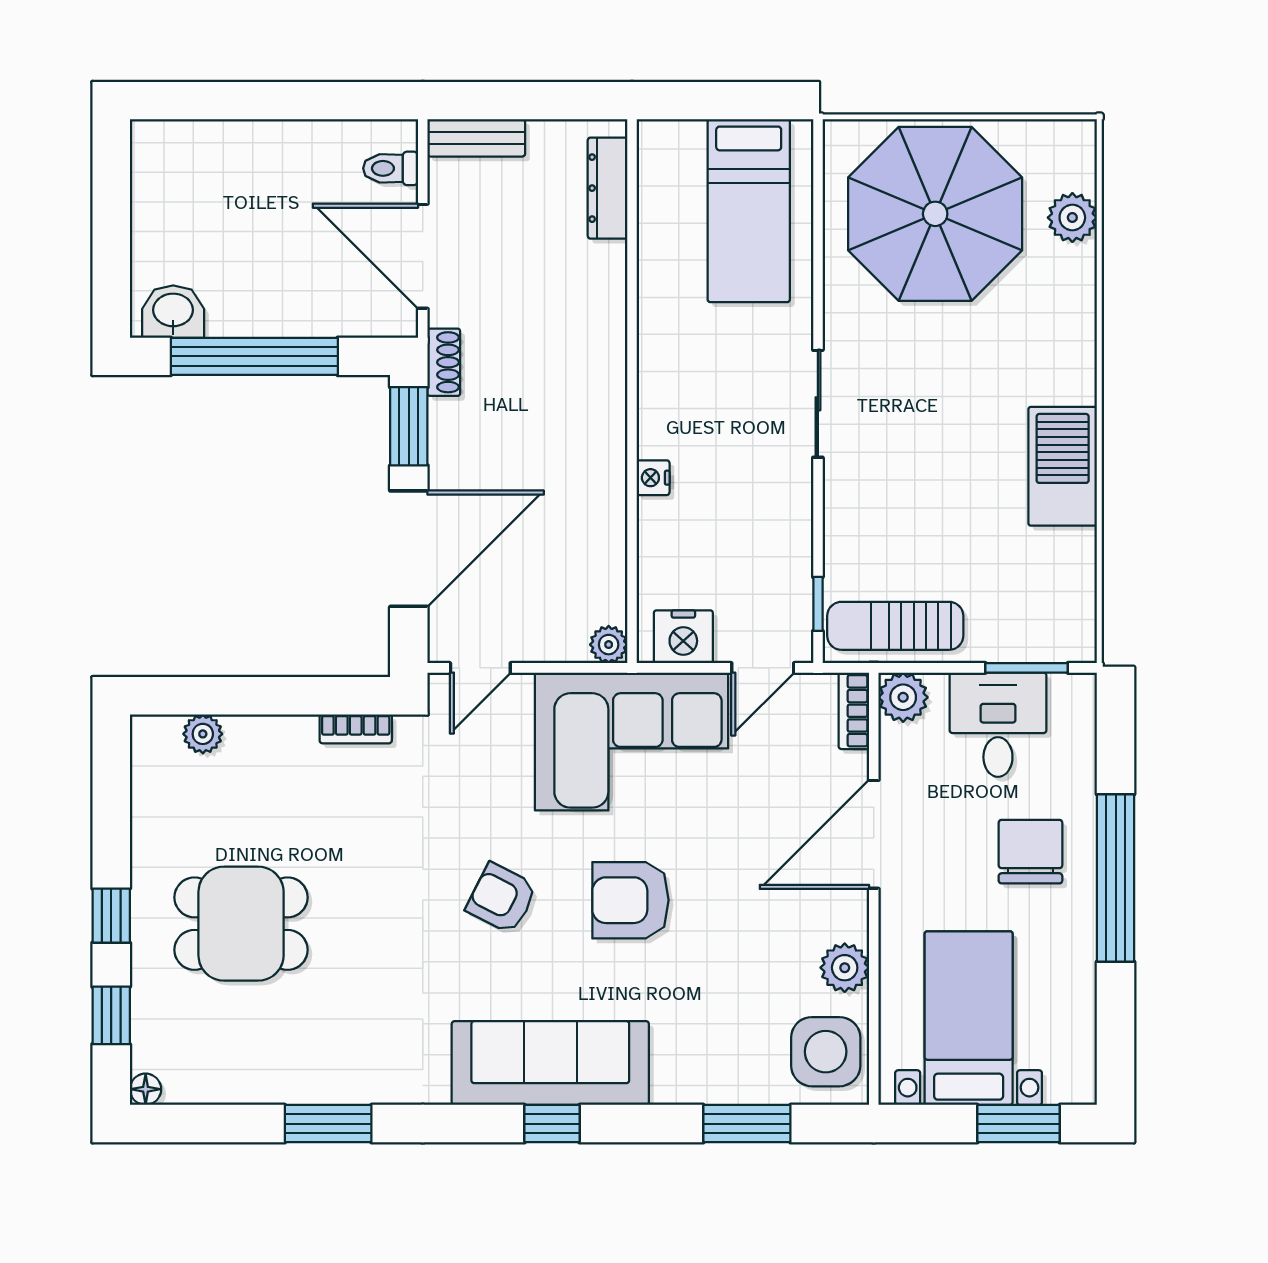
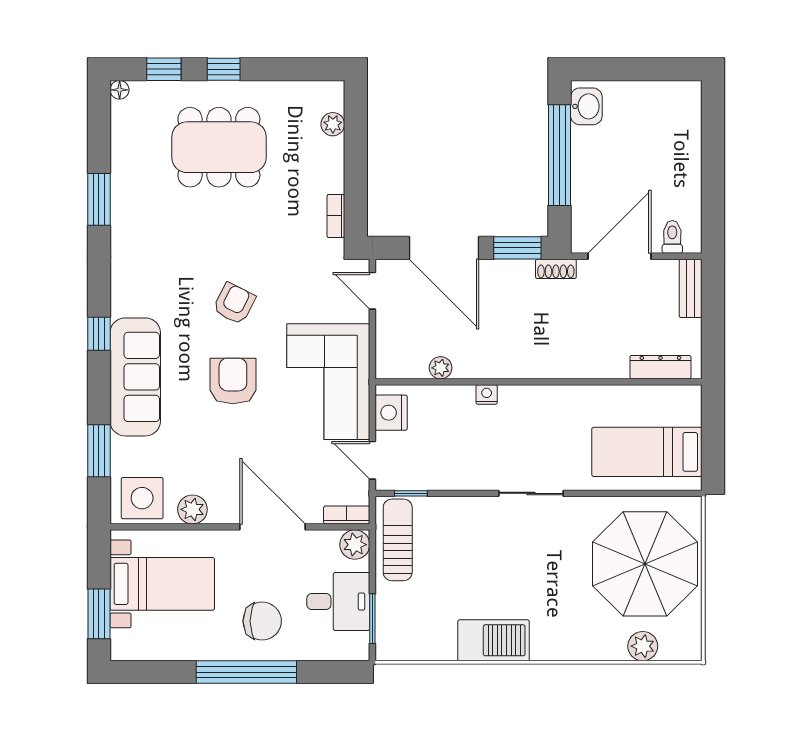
plant: (609, 645) -> (441, 368), moved
dining table: (241, 924) -> (219, 147), width x1.37
sofa: (550, 1063) -> (135, 377), moved

